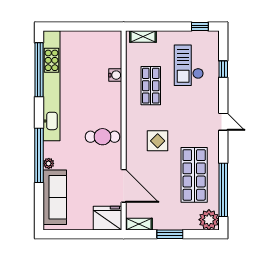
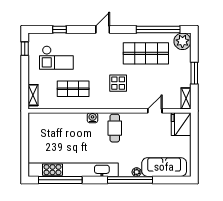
water cooler: (115, 75) -> (93, 118), moved
door: (124, 186) -> (155, 111), width x0.53

